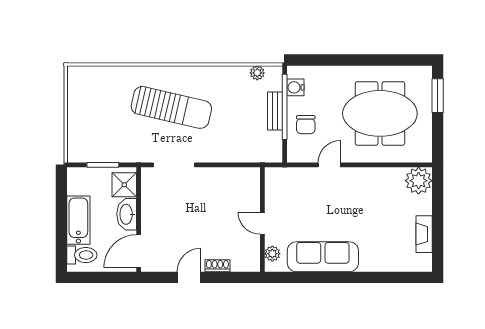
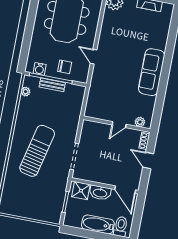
wall: (262, 219) -> (117, 124), moved
door: (262, 223) -> (119, 125), moved
plant: (272, 254) -> (140, 122), moved

